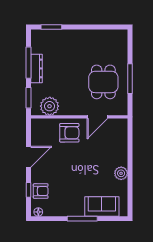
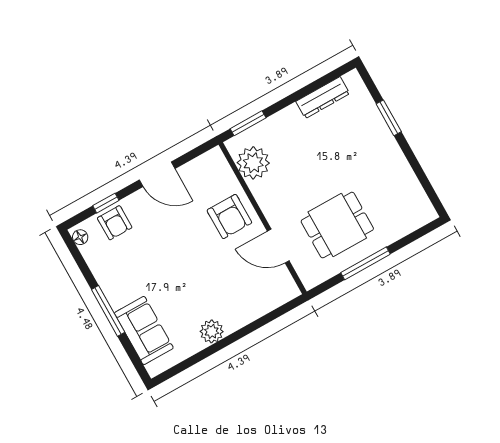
window: (51, 27) -> (389, 118), moved
window: (29, 63) -> (302, 93), removed
dresser: (37, 68) -> (323, 98), moved

